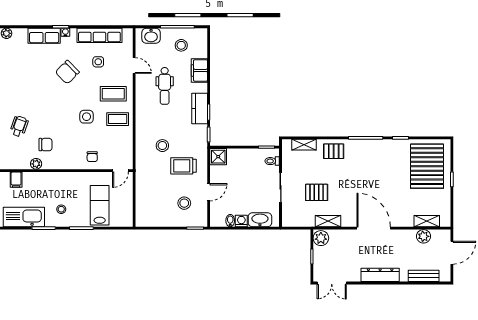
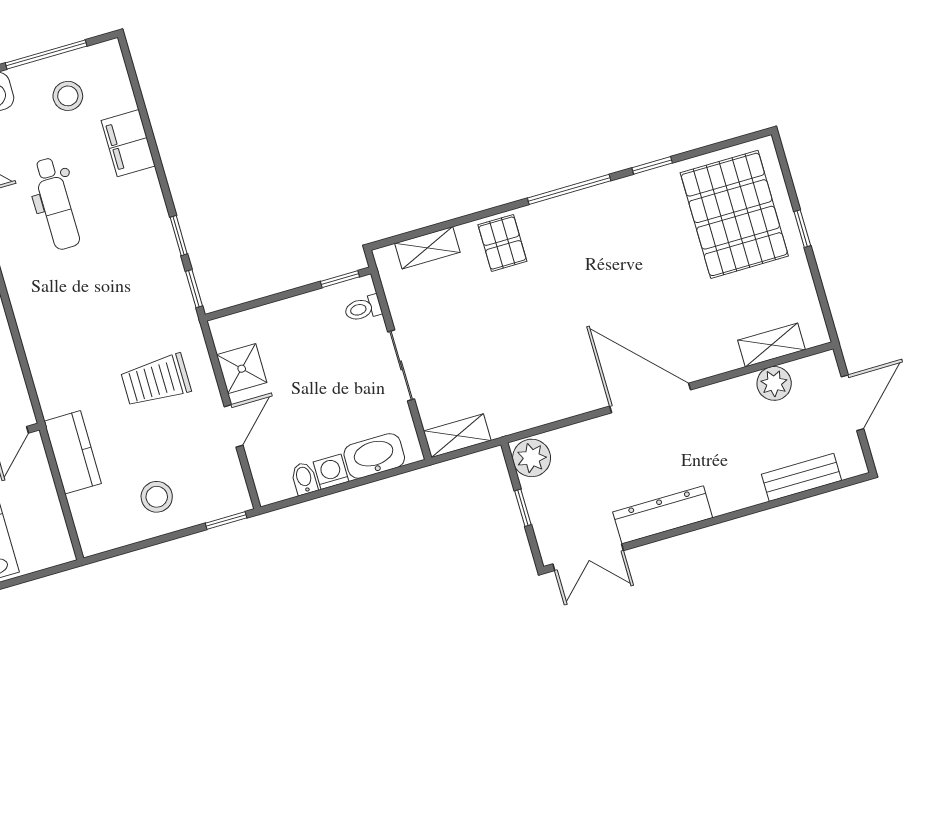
kitchen counter: (200, 109) -> (73, 452), moved, turned 180
stool: (162, 146) -> (92, 347), removed
pallet: (334, 151) -> (502, 243), turned 90
shower: (218, 157) -> (242, 369), moved
pallet: (317, 192) -> (490, 353), removed
stool: (184, 203) -> (157, 497), moved
shelving: (328, 221) -> (457, 436), moved
dresser: (380, 275) -> (663, 515), moved

